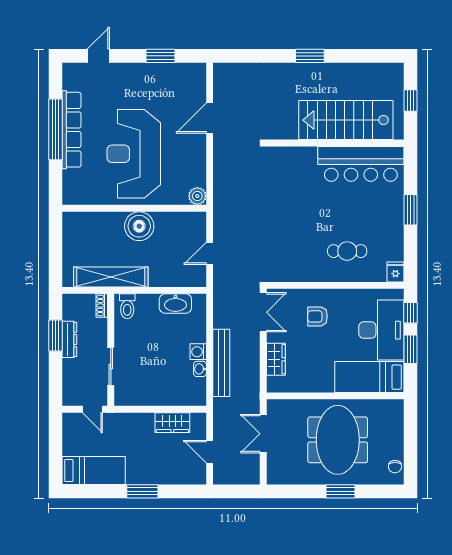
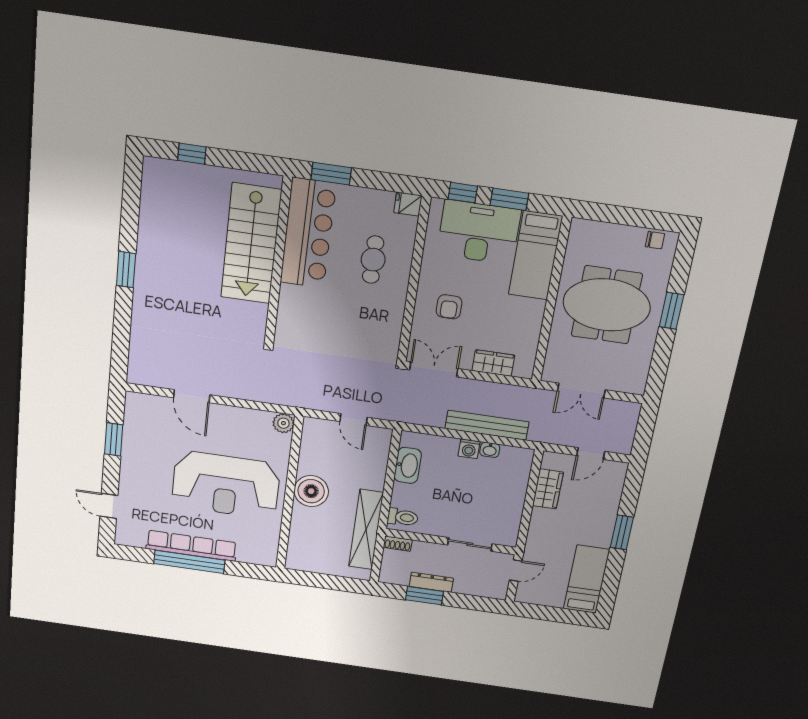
stairs: (346, 120) -> (251, 244), moved
wall: (335, 143) -> (278, 261), moved
bar counter: (361, 164) -> (308, 233), moved

